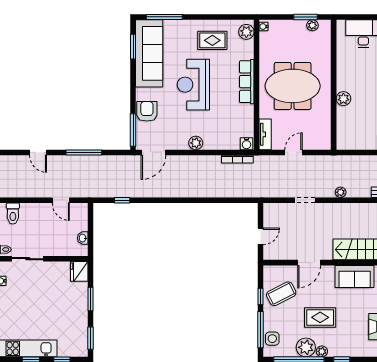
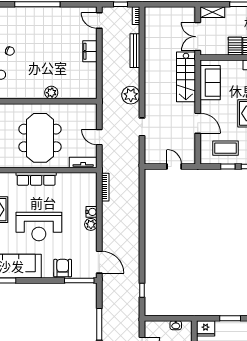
armchair: (147, 111) -> (63, 268), turned 90
water cooler: (247, 144) -> (92, 212), moved
plant: (341, 192) -> (131, 95), width x1.88, depth x1.88
coffee table: (281, 294) -> (225, 148), turned -63

